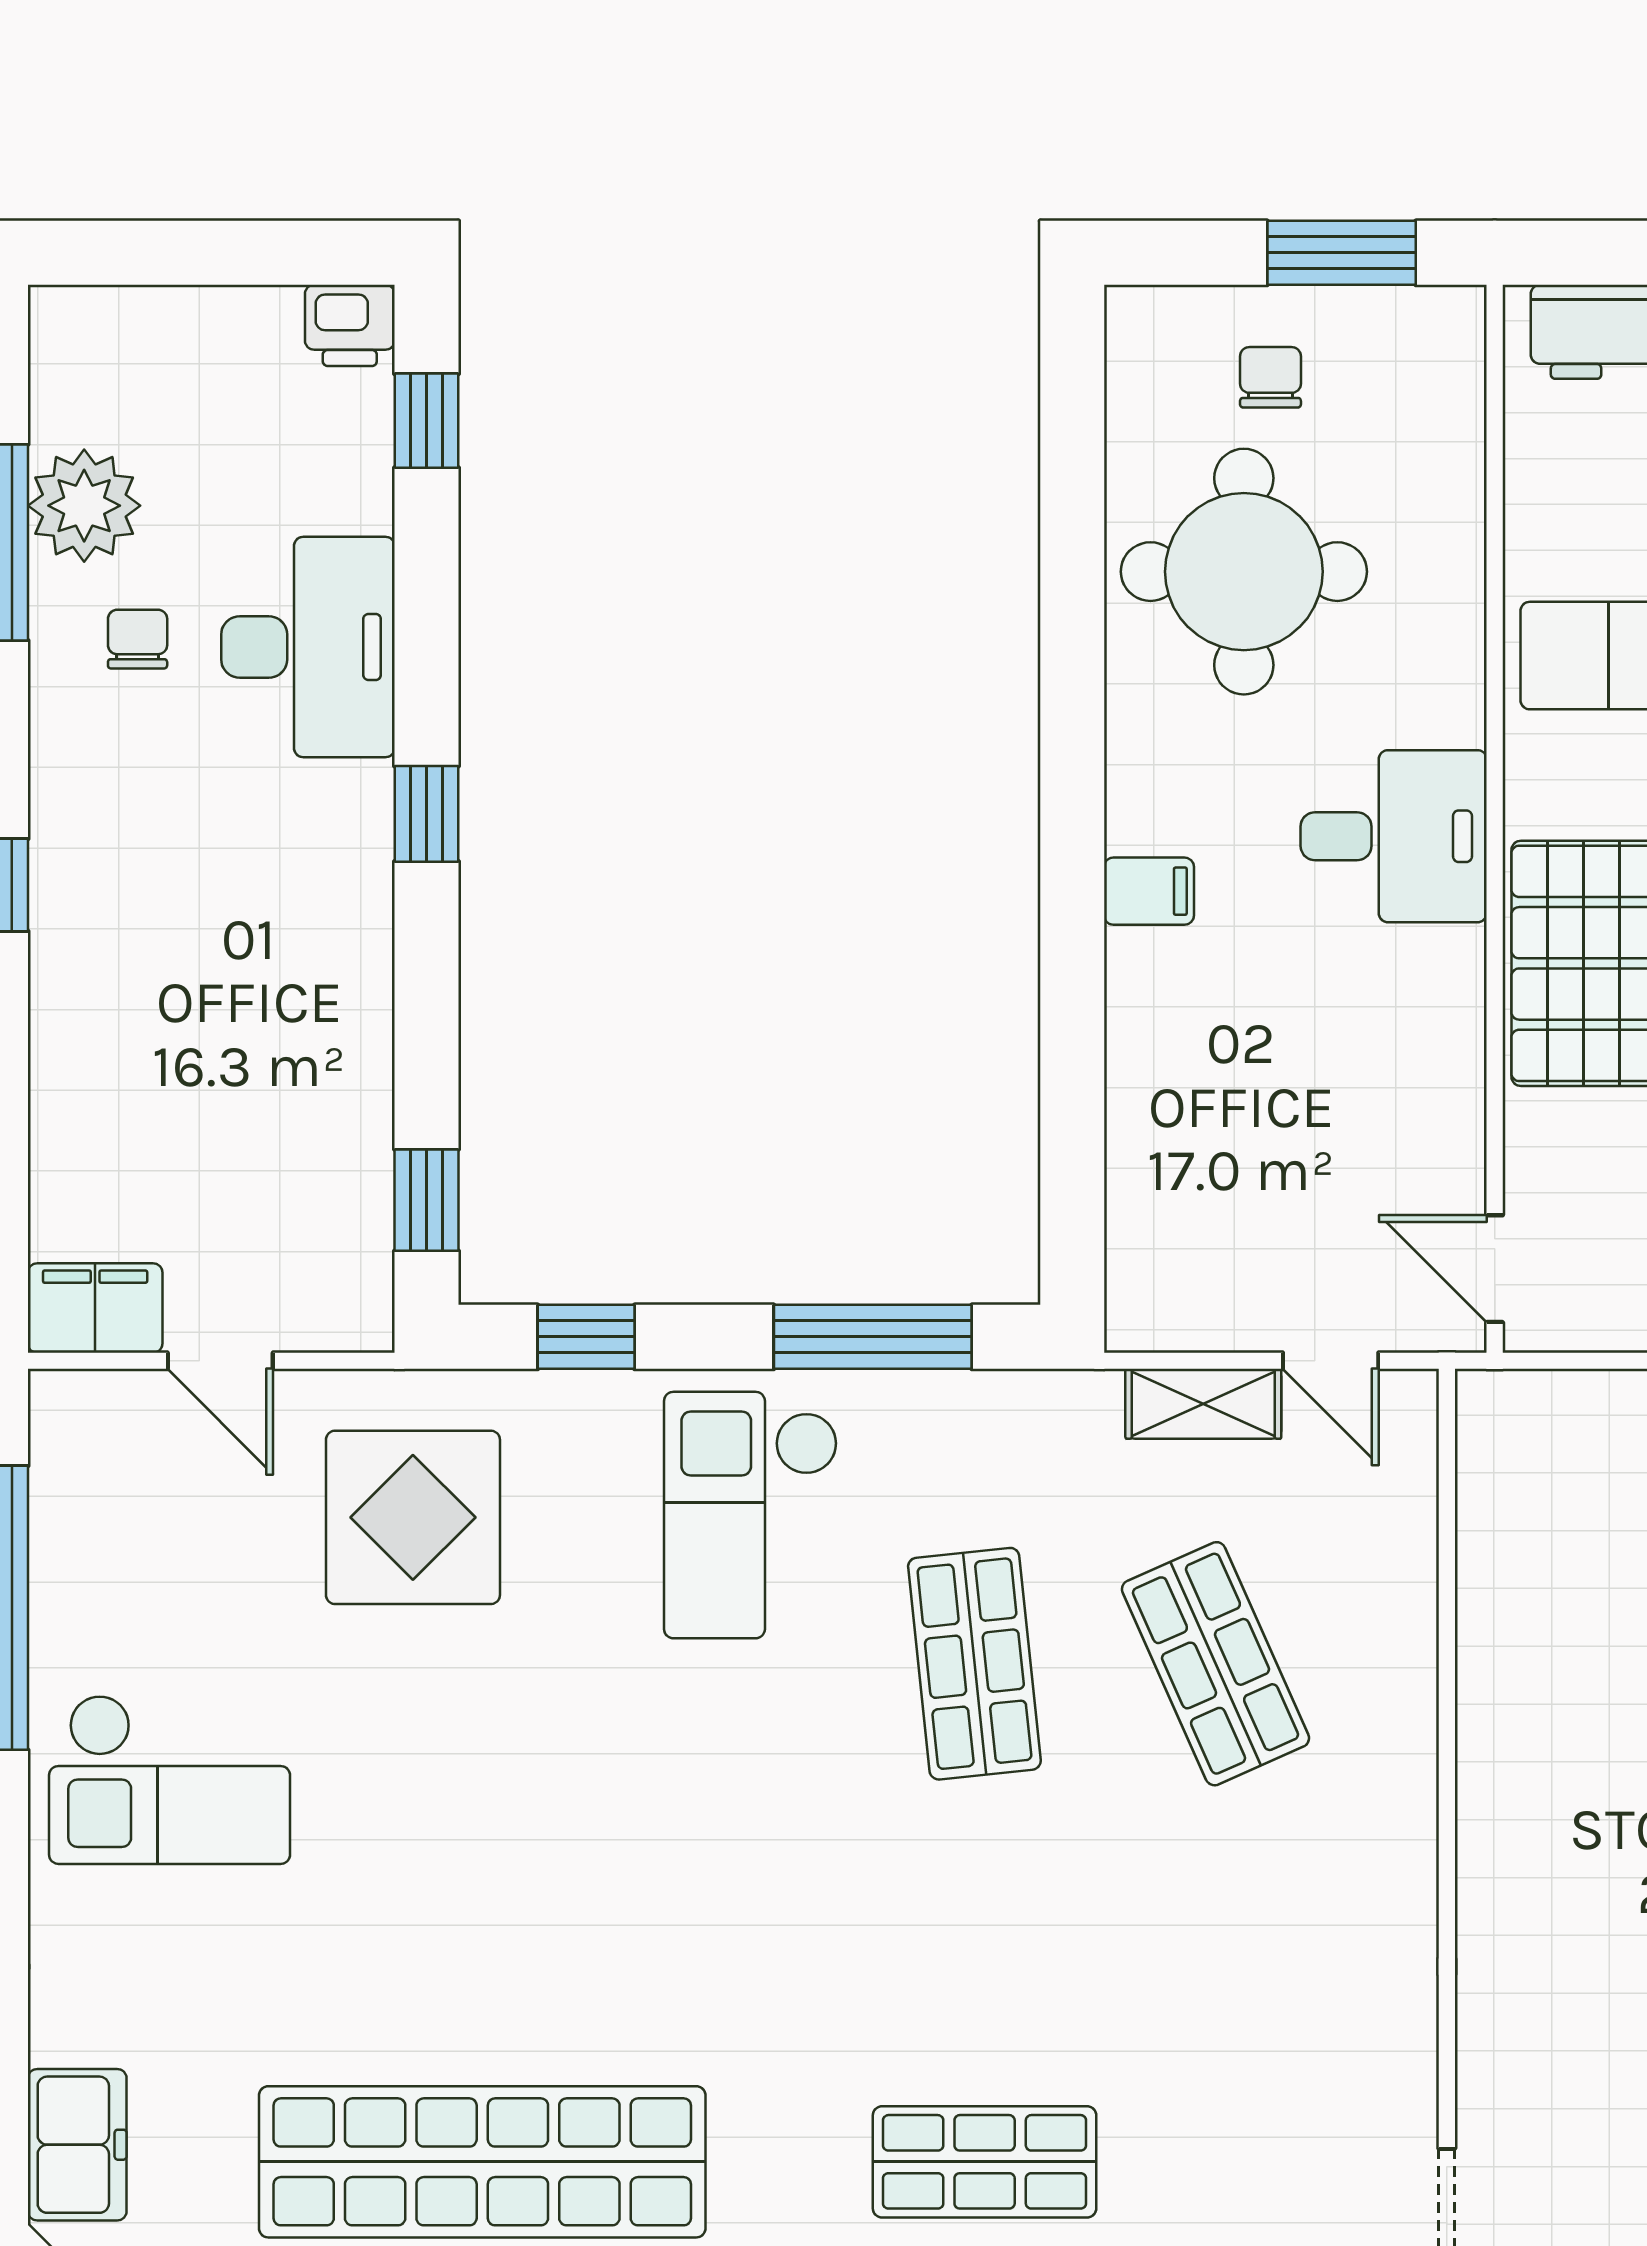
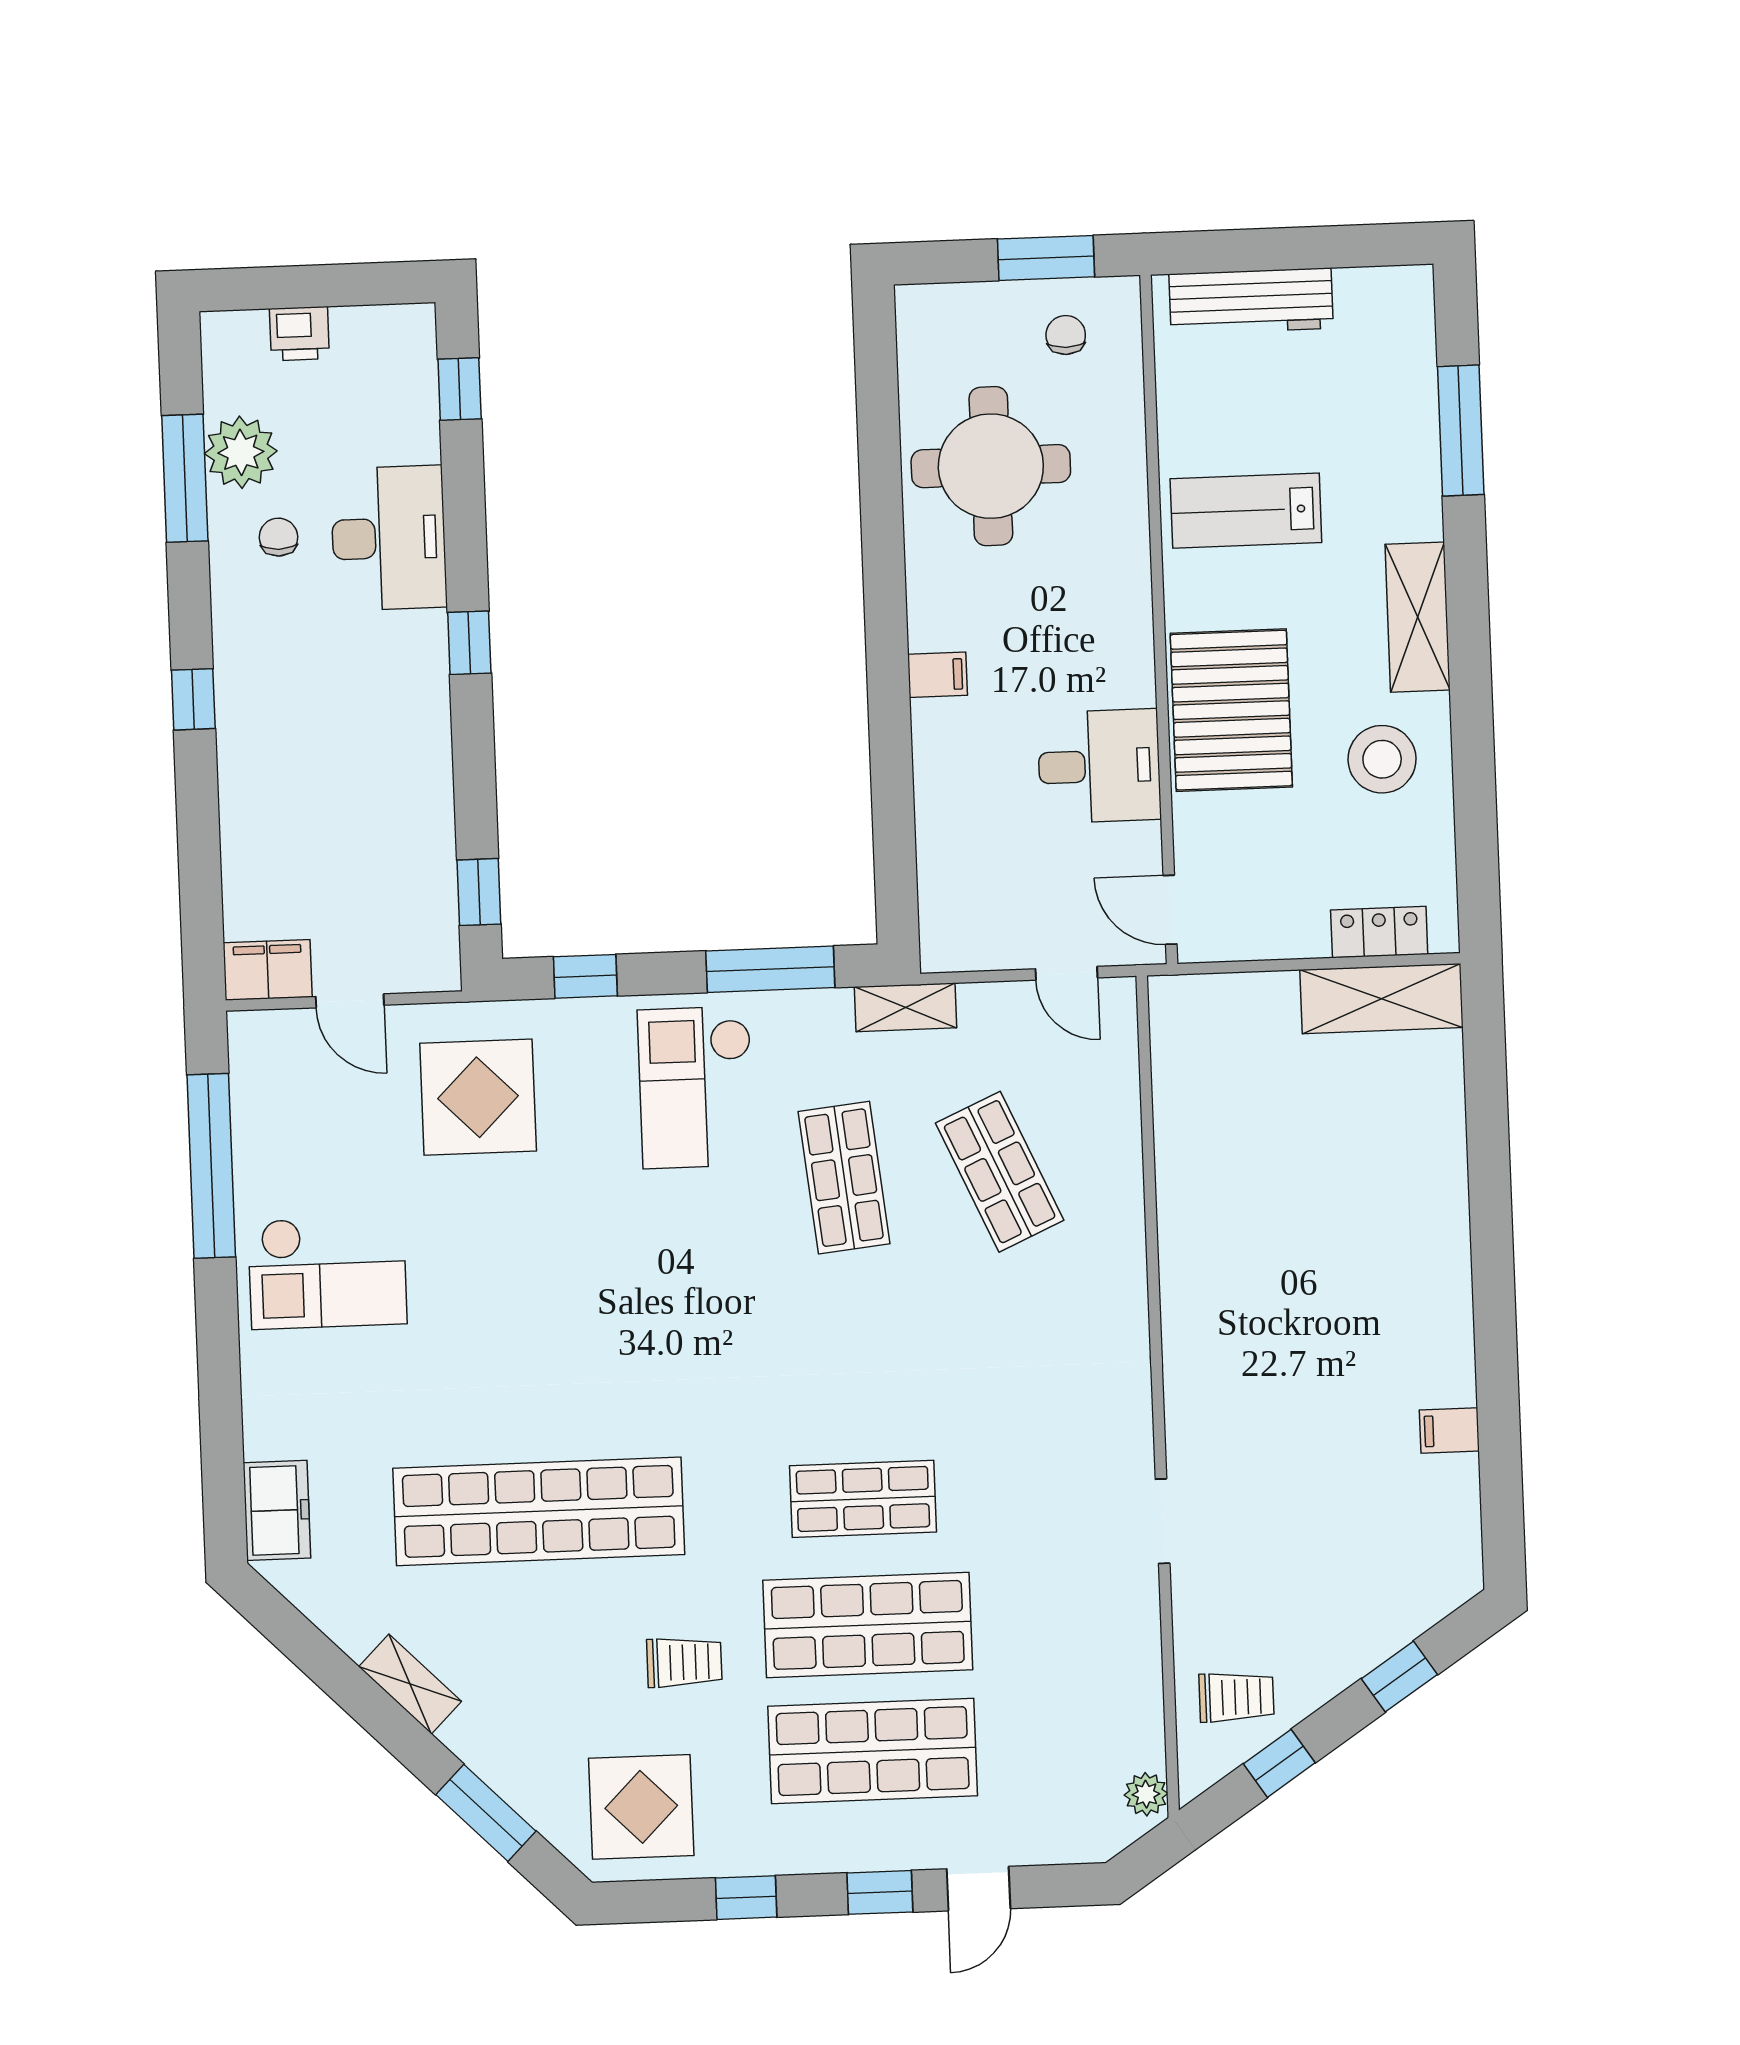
printer: (350, 325) -> (299, 334), moved
chair: (1270, 377) -> (1066, 335), moved
desk: (1394, 836) -> (1099, 766), moved
shelving: (1203, 1404) -> (906, 1007), moved

